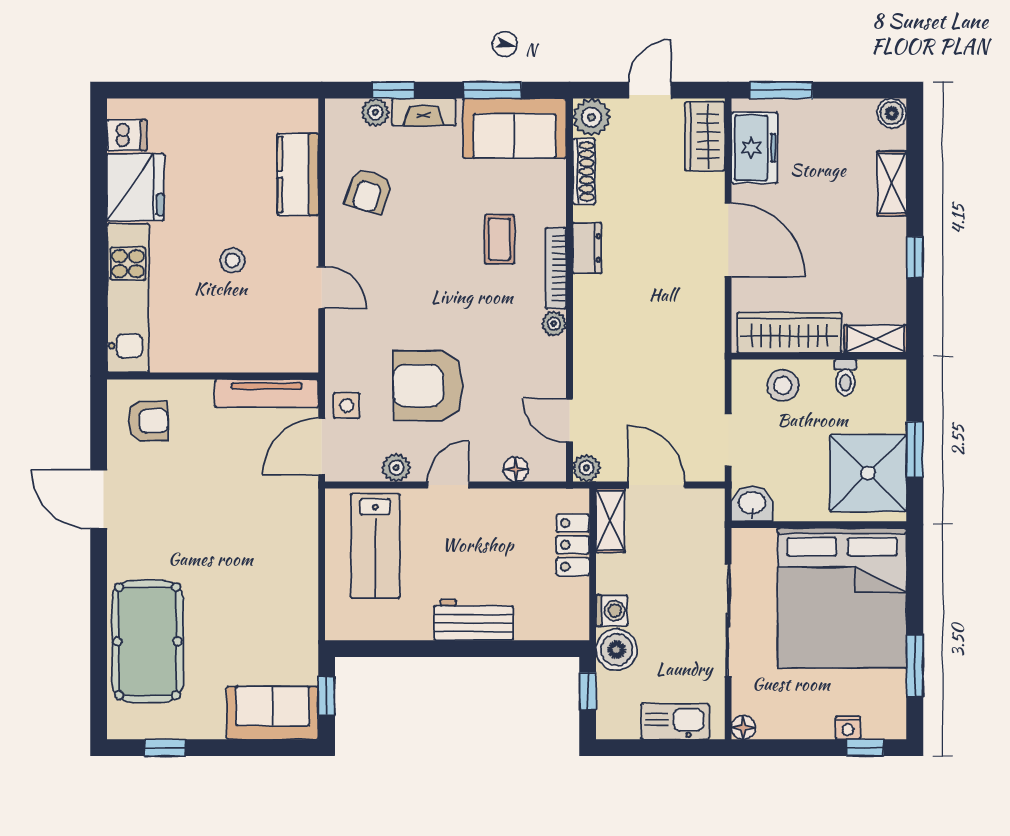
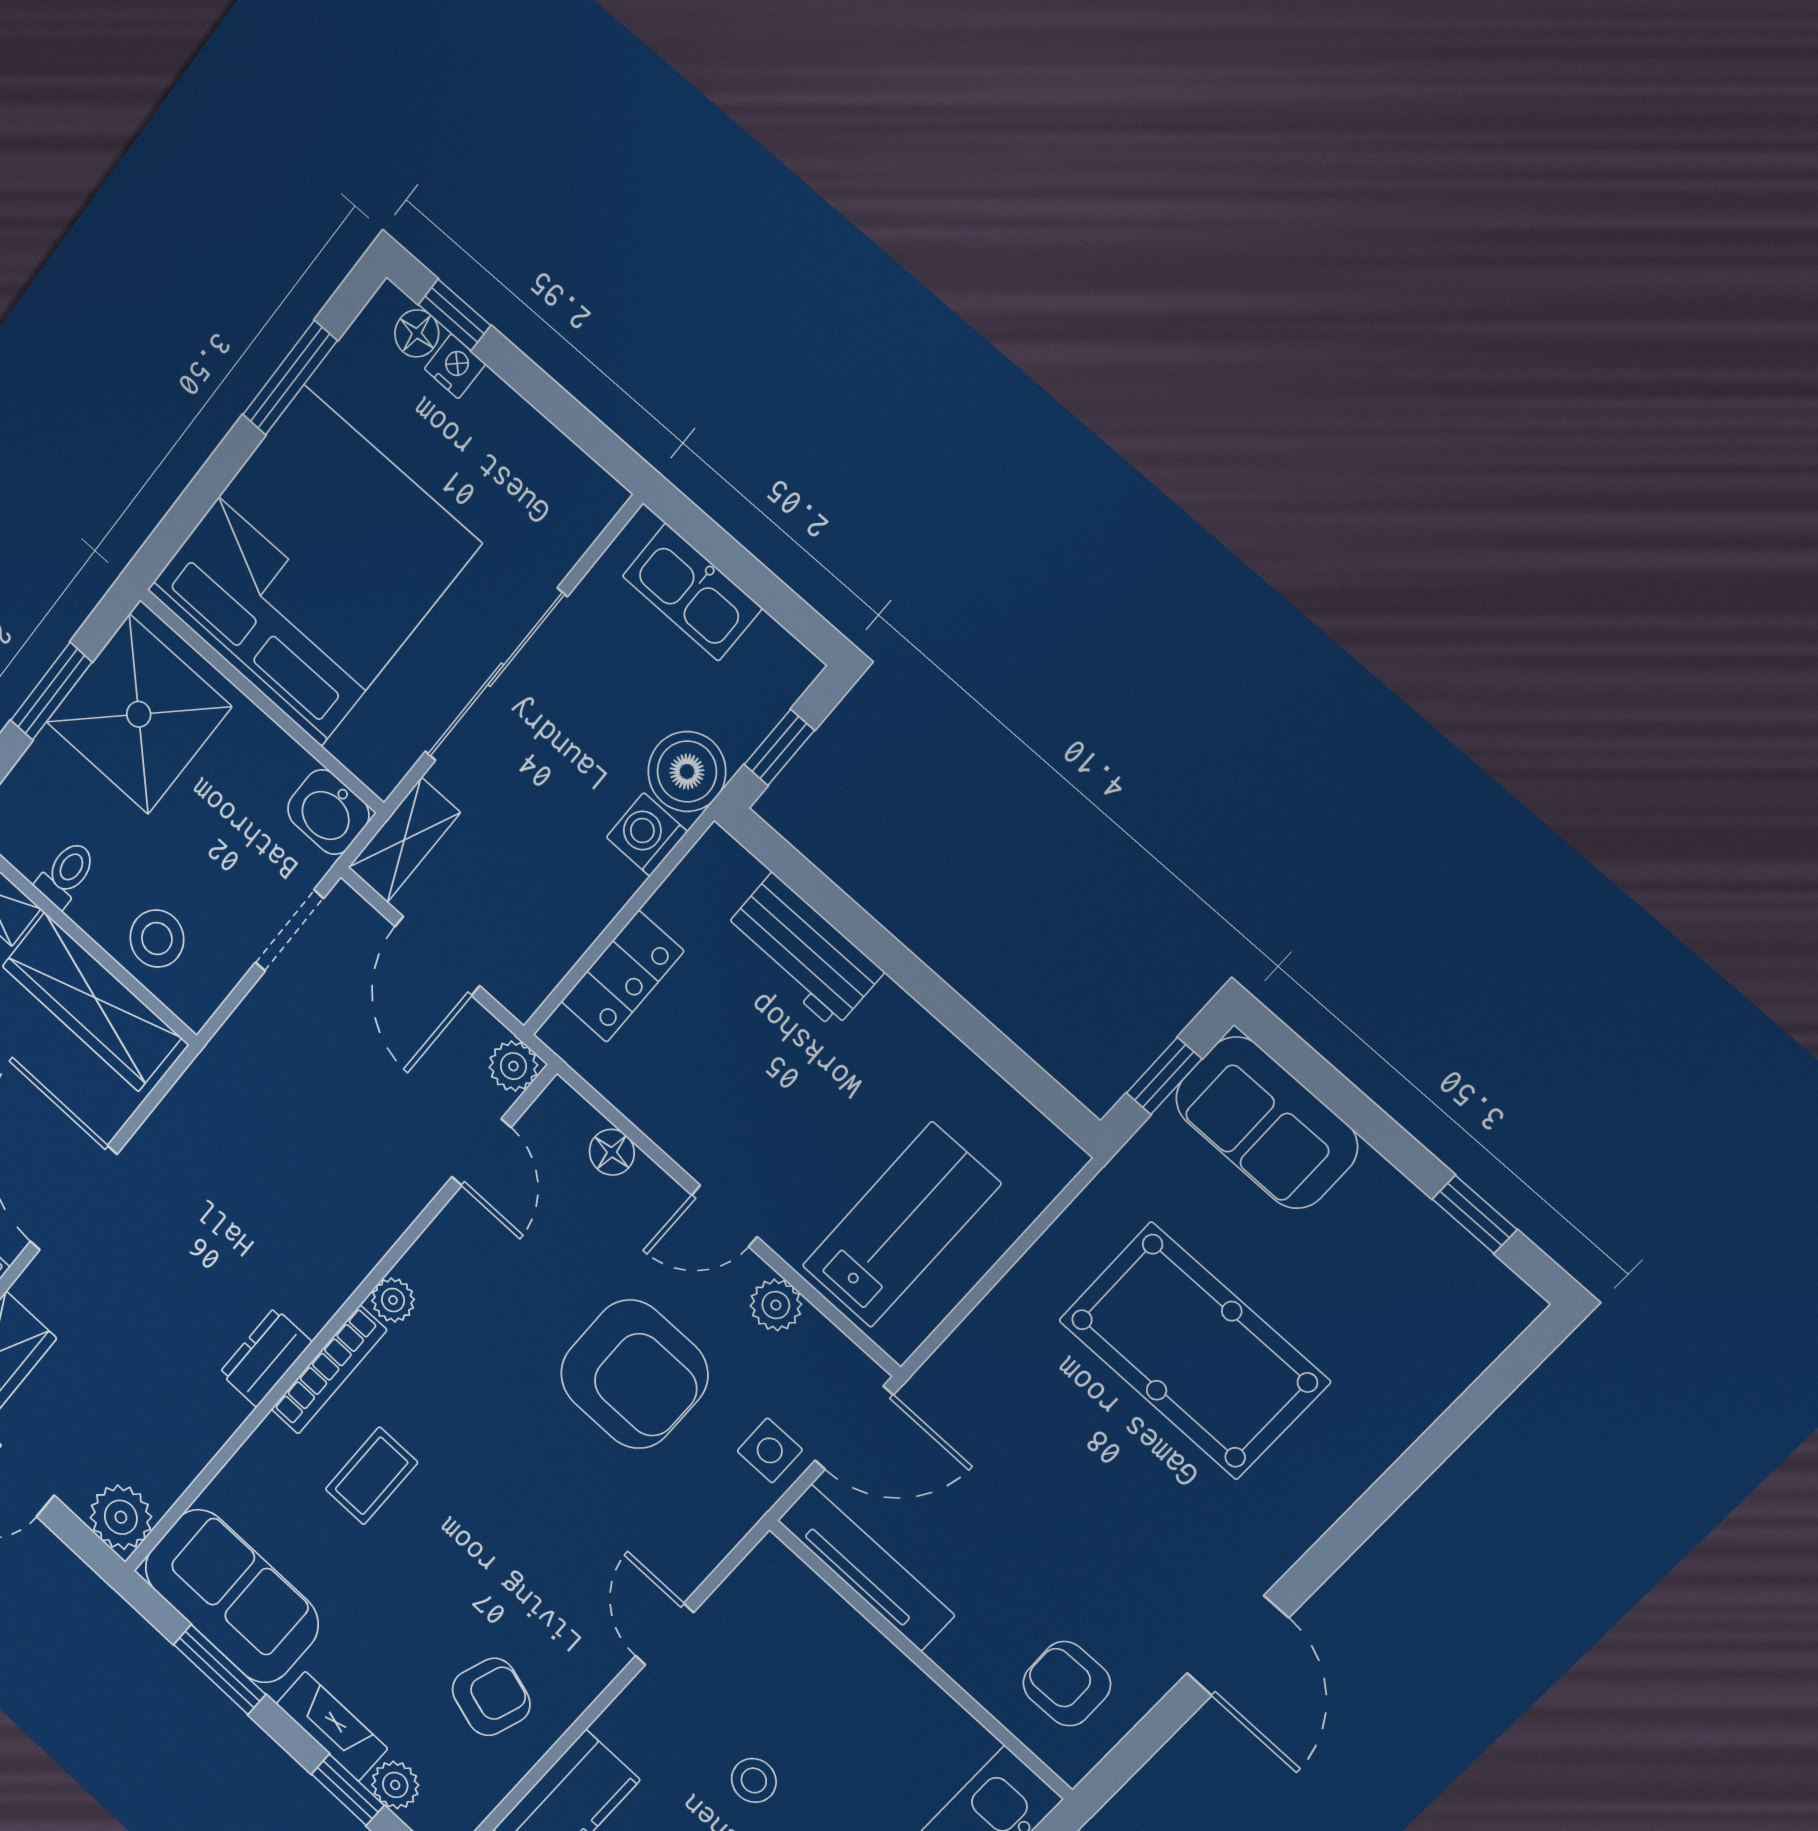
shoe rack: (584, 171) -> (188, 1459), removed
shelving: (610, 520) -> (404, 840), moved
workbench: (474, 620) -> (803, 951), moved
pool table: (147, 641) -> (1194, 1351), moved, turned 90
floor lamp: (743, 727) -> (417, 333), moved

